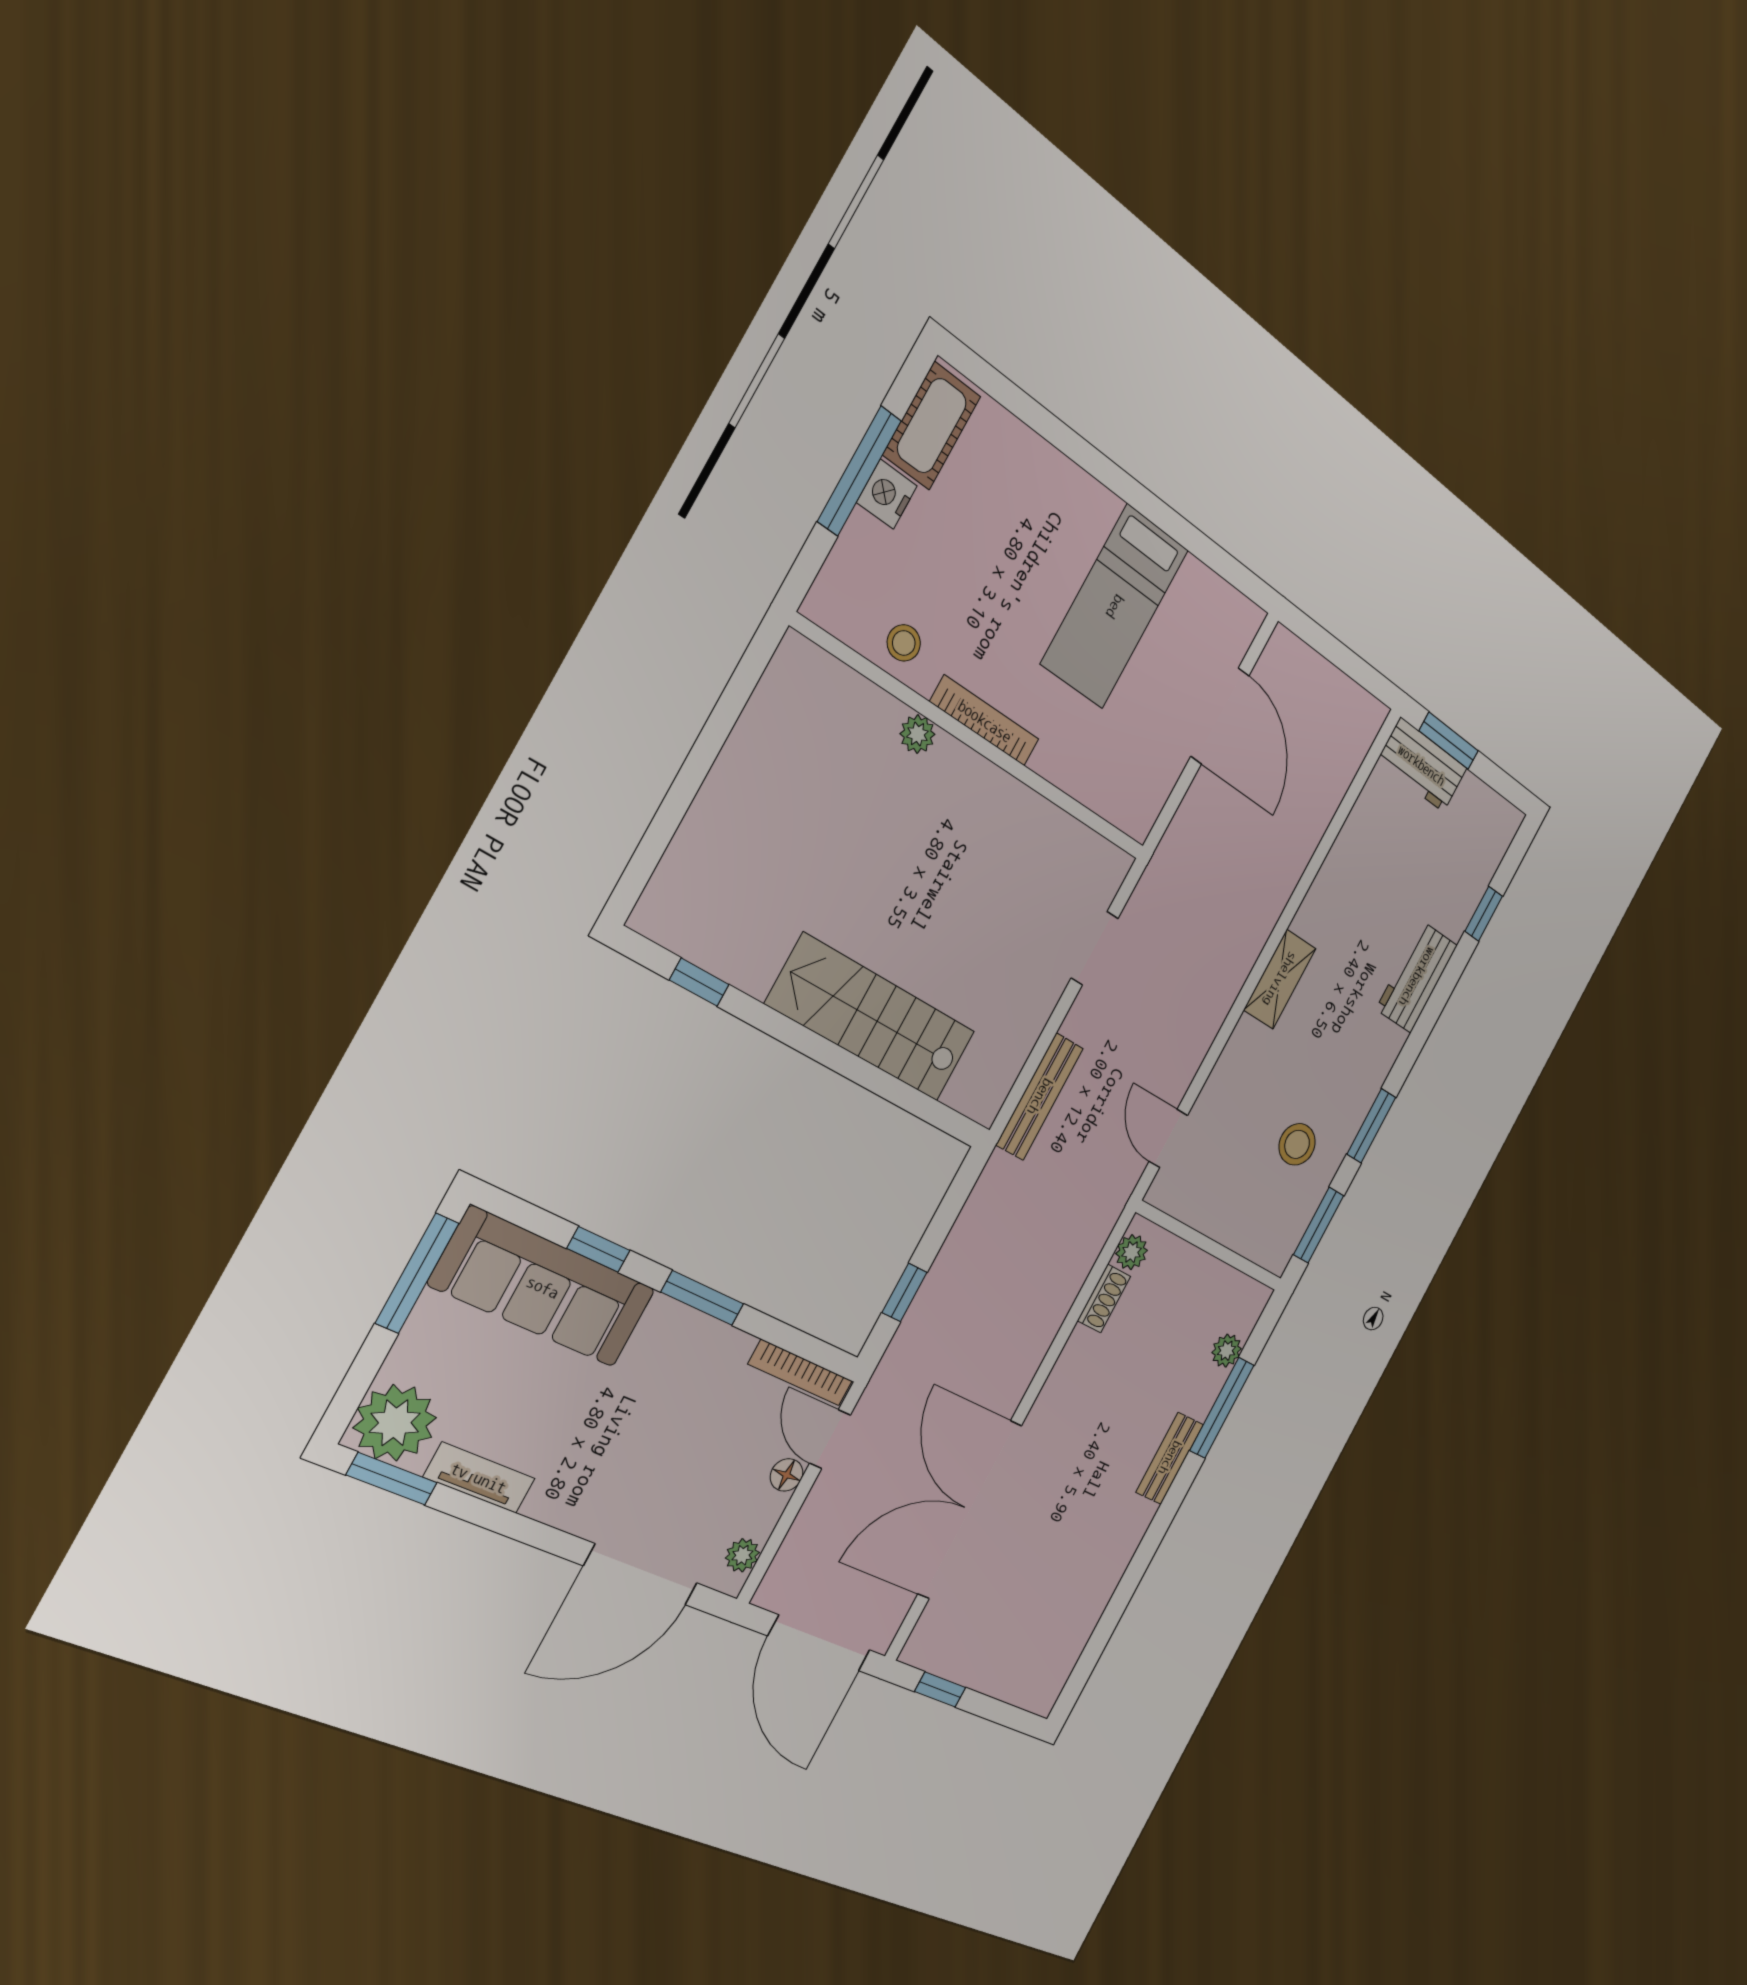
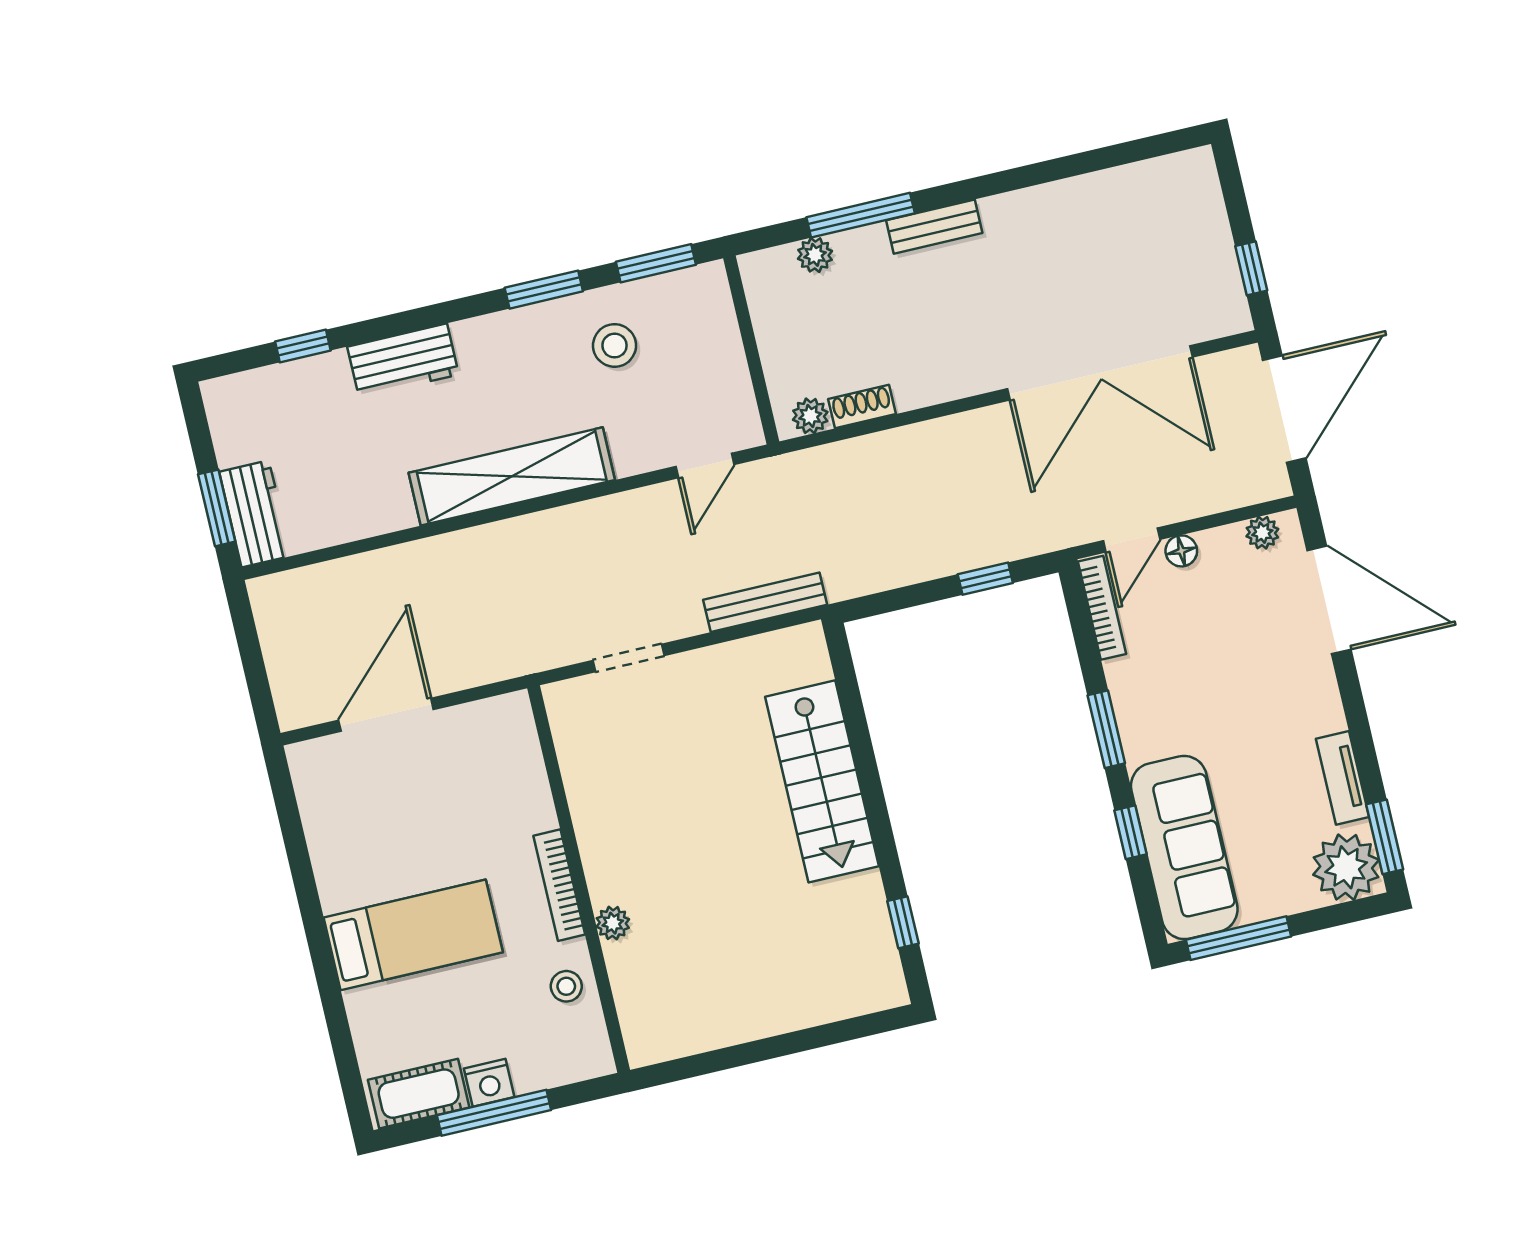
bed: (1115, 607) -> (413, 935), moved
shelving: (1280, 979) -> (512, 476), width x2.20, depth x1.33

